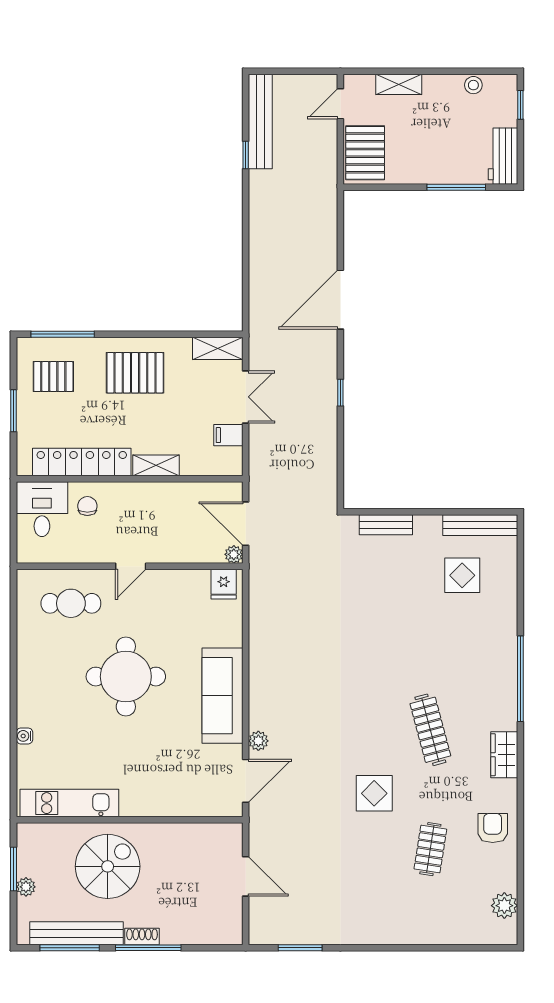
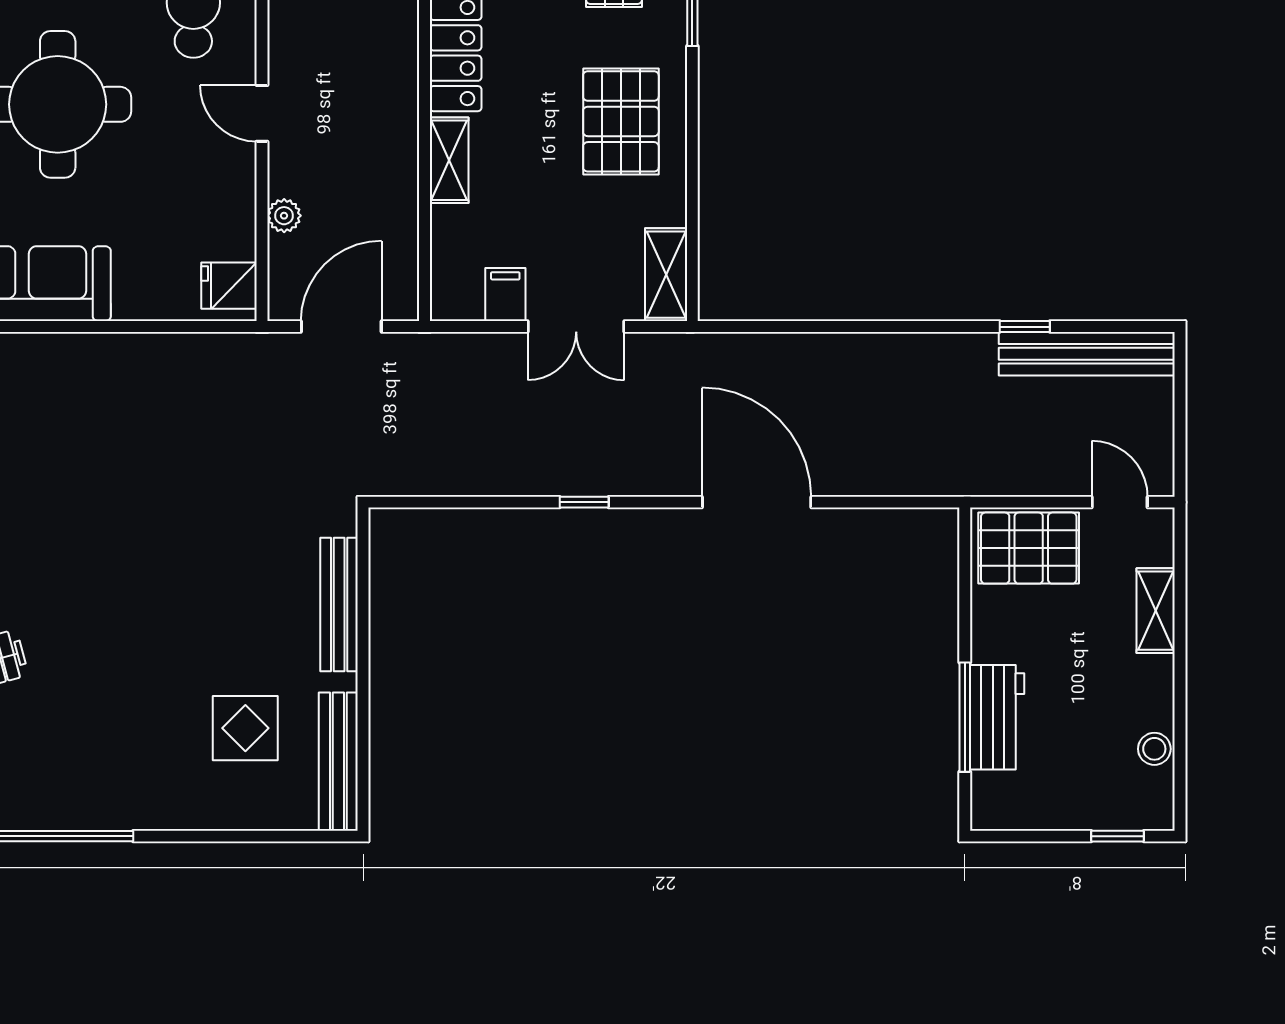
workbench: (503, 156) -> (997, 717), moved, turned 90
chair: (87, 506) -> (374, 33), removed
bench: (386, 525) -> (339, 604), width x1.36
plant: (234, 554) -> (284, 216), moved

